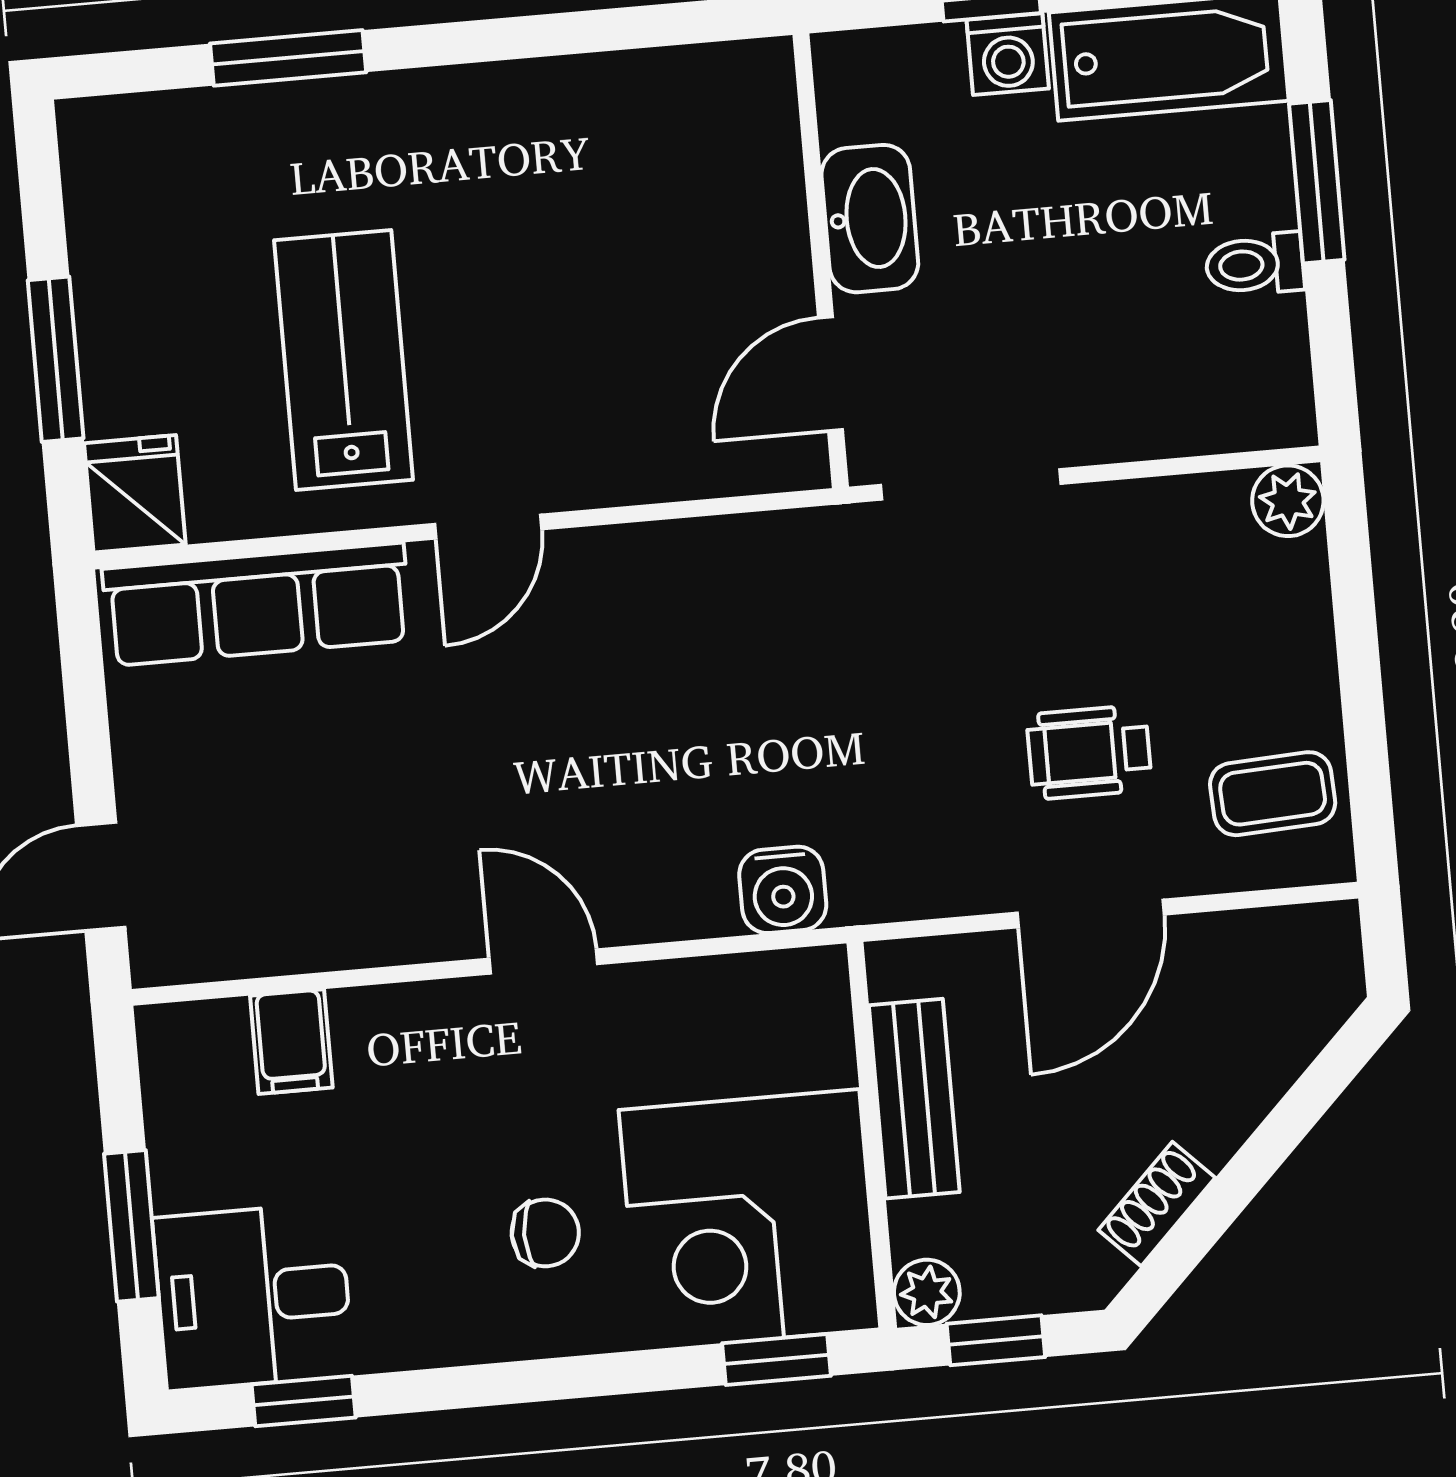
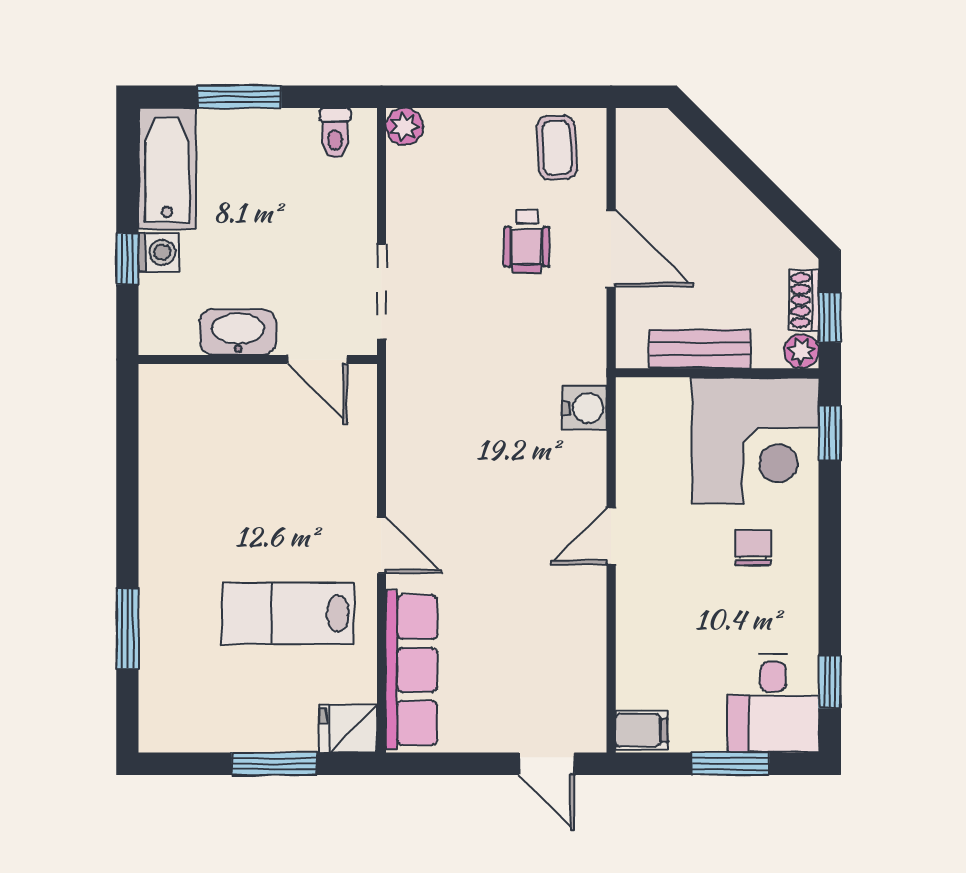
toilet: (1255, 264) -> (335, 133), moved
filing cabinet: (291, 1042) -> (641, 730), moved
shoe rack: (1157, 1204) -> (804, 300), moved, turned 45

